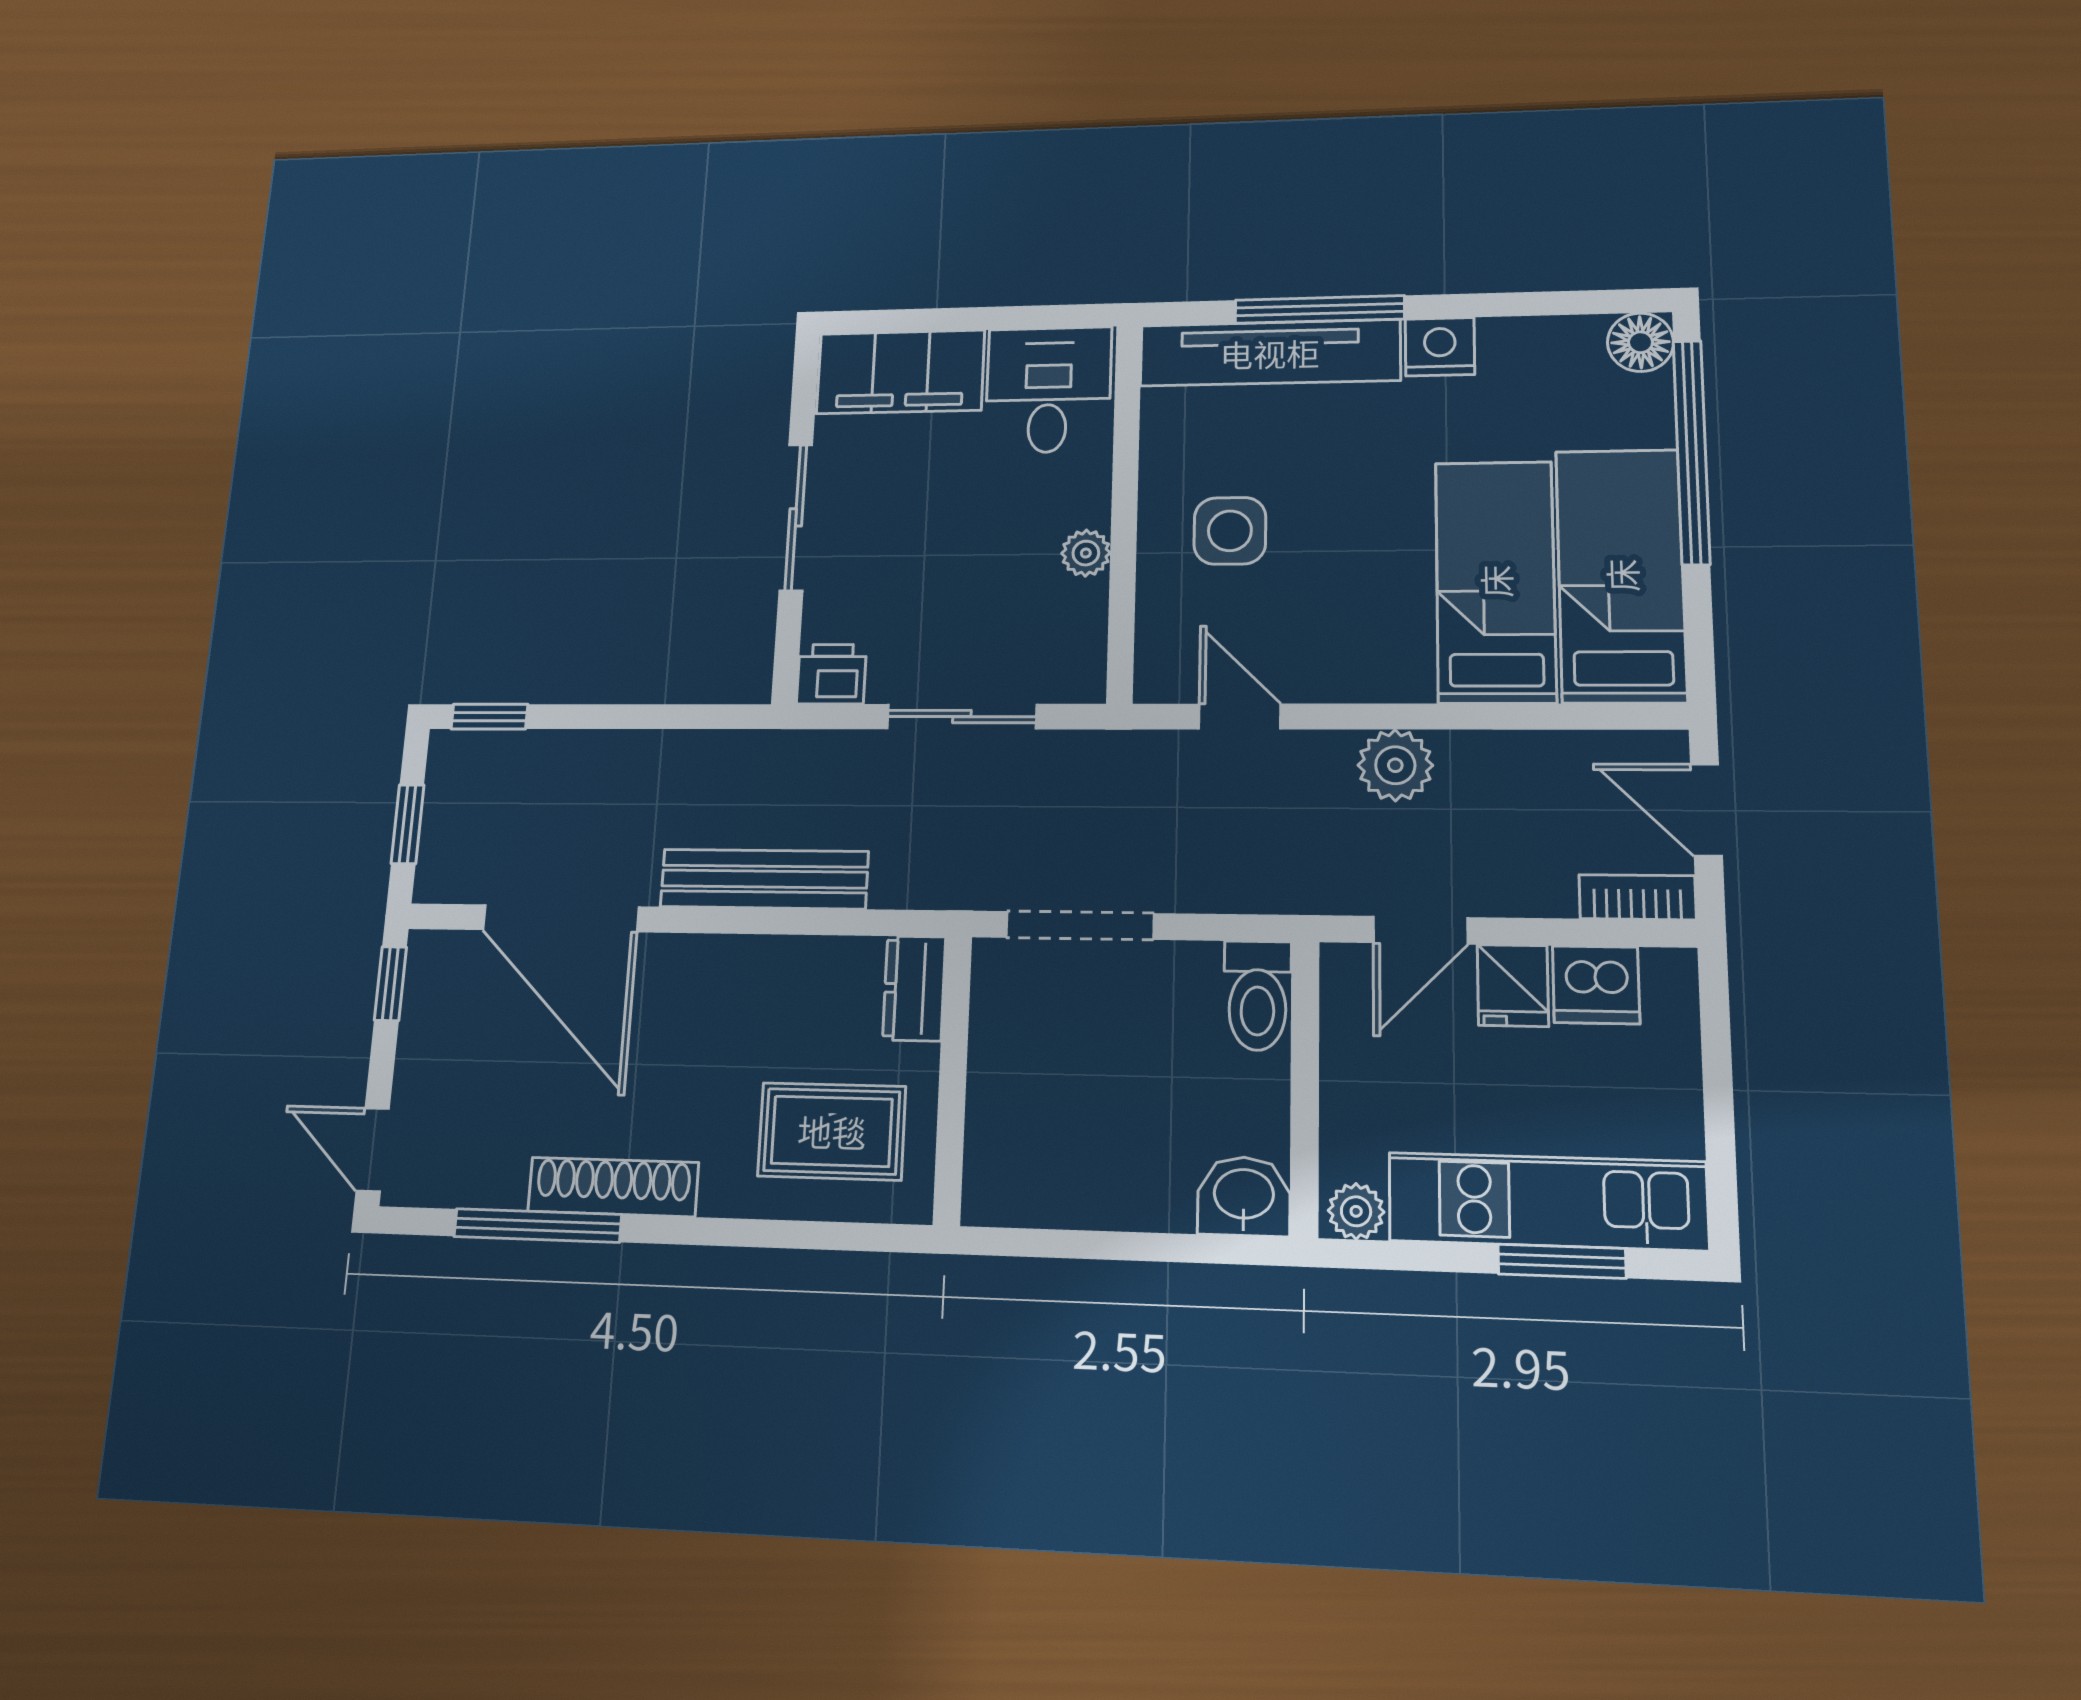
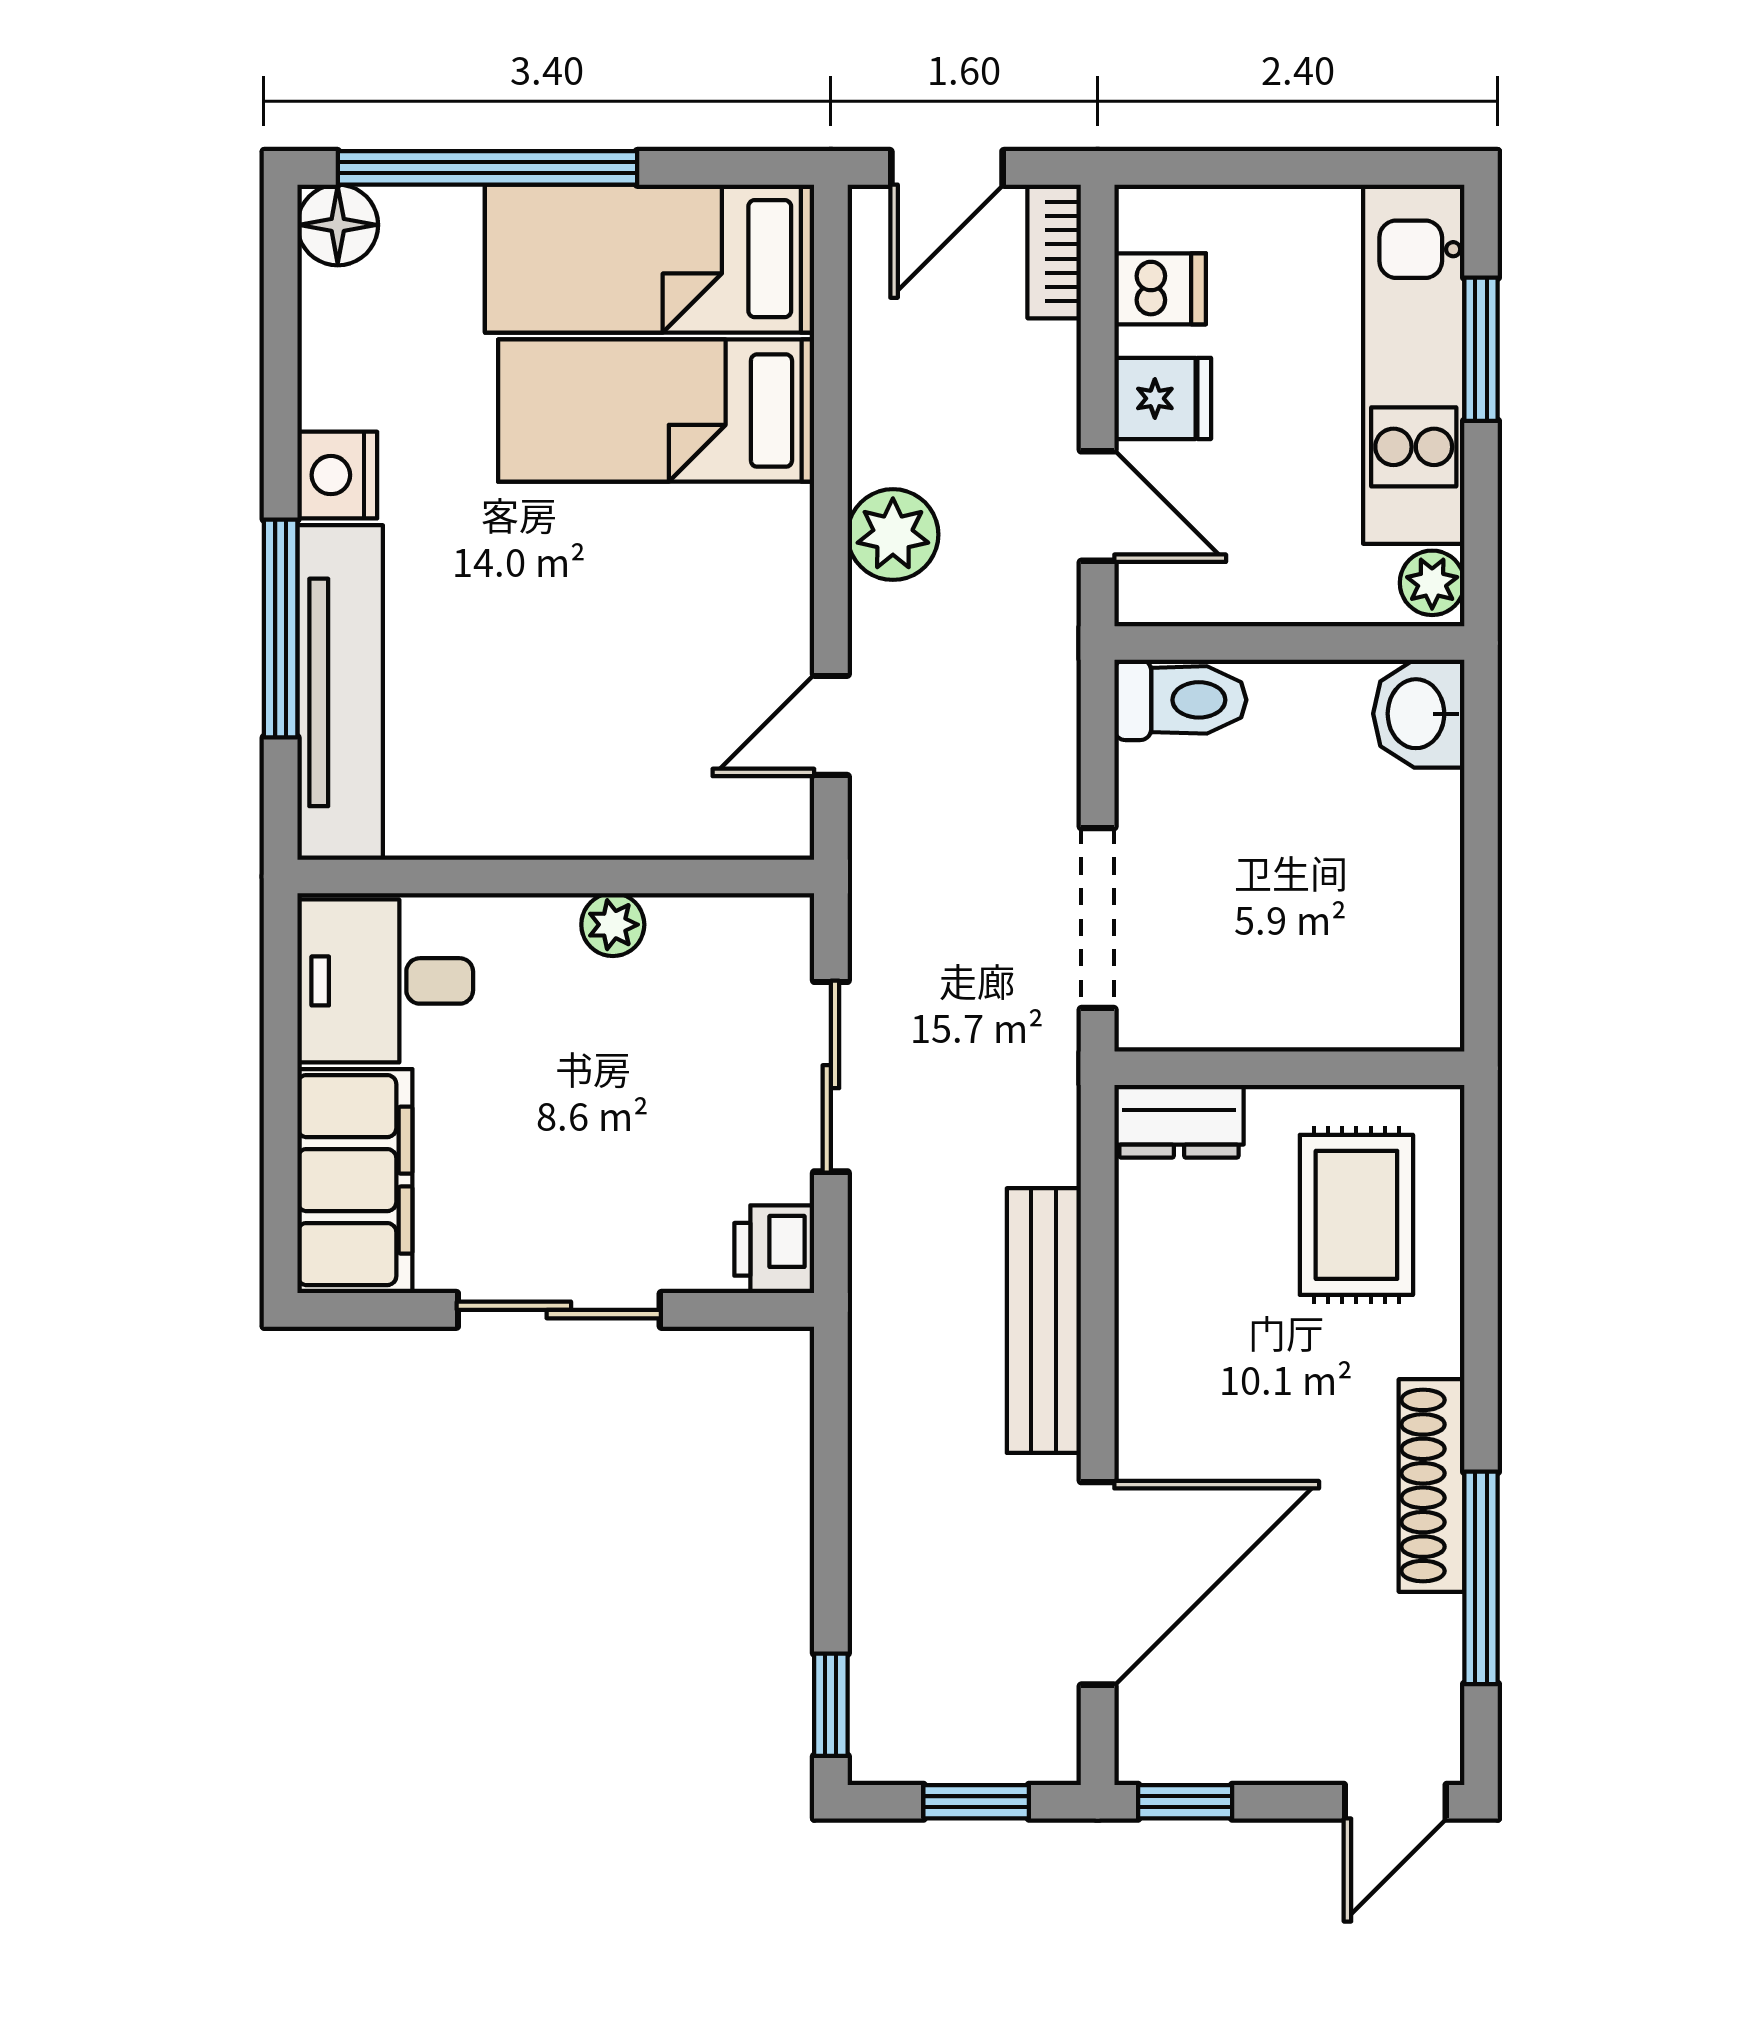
side table: (1230, 531) -> (585, 741), removed
dishwasher: (1596, 985) -> (1160, 289), width x0.73

